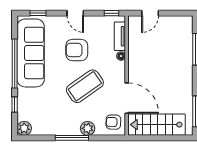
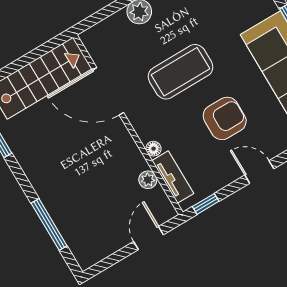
plant: (133, 42) -> (148, 180), added
coffee table: (85, 86) -> (180, 72), turned 35
armchair: (113, 122) -> (106, 44), removed

